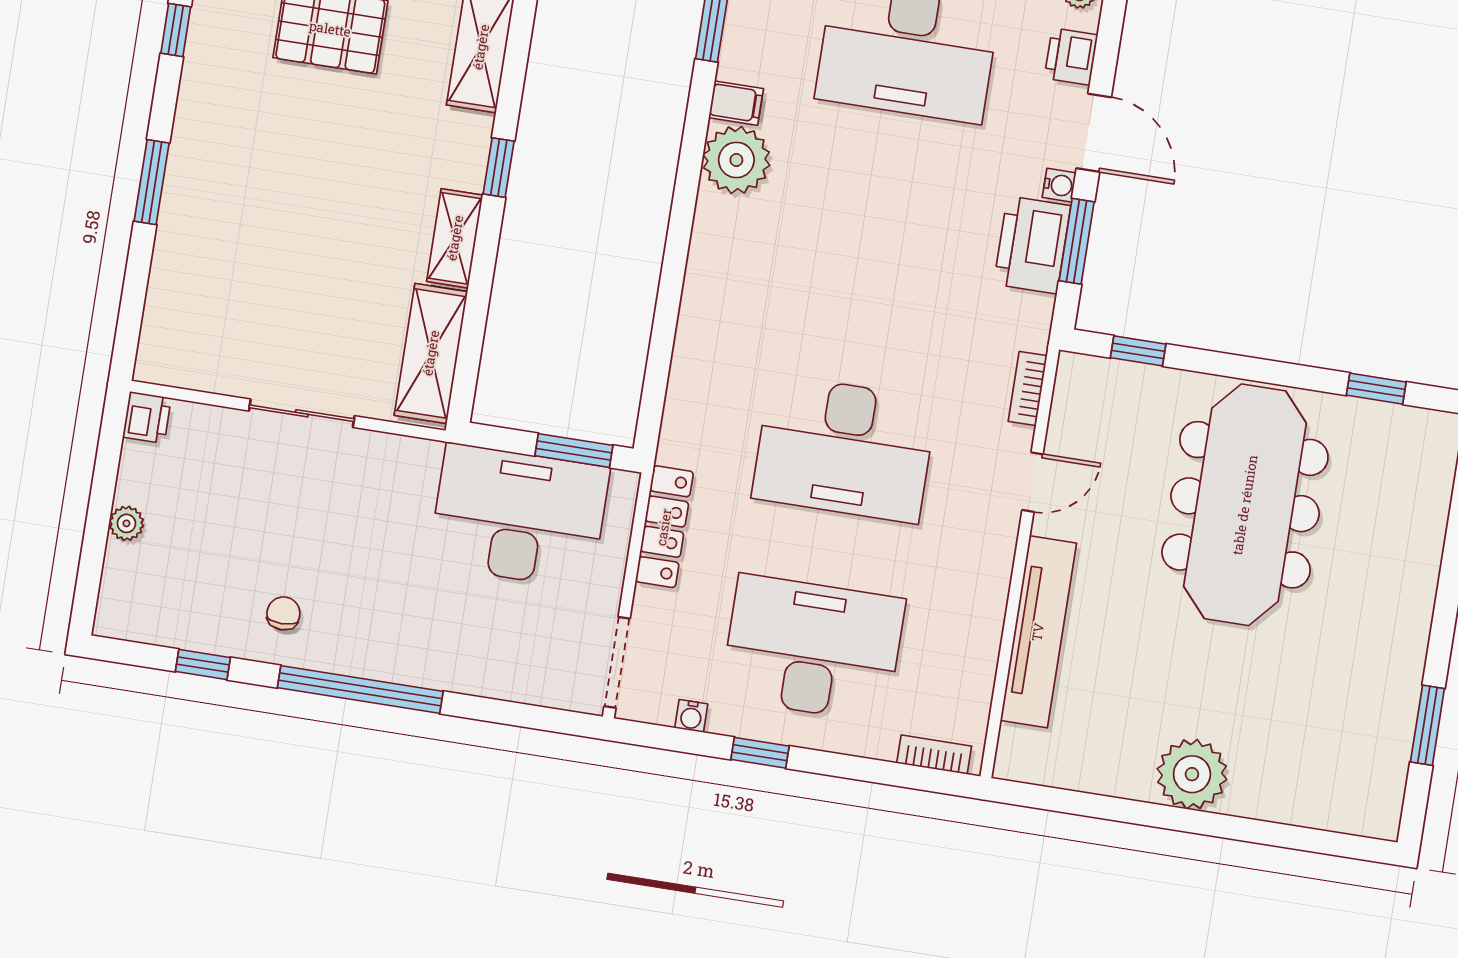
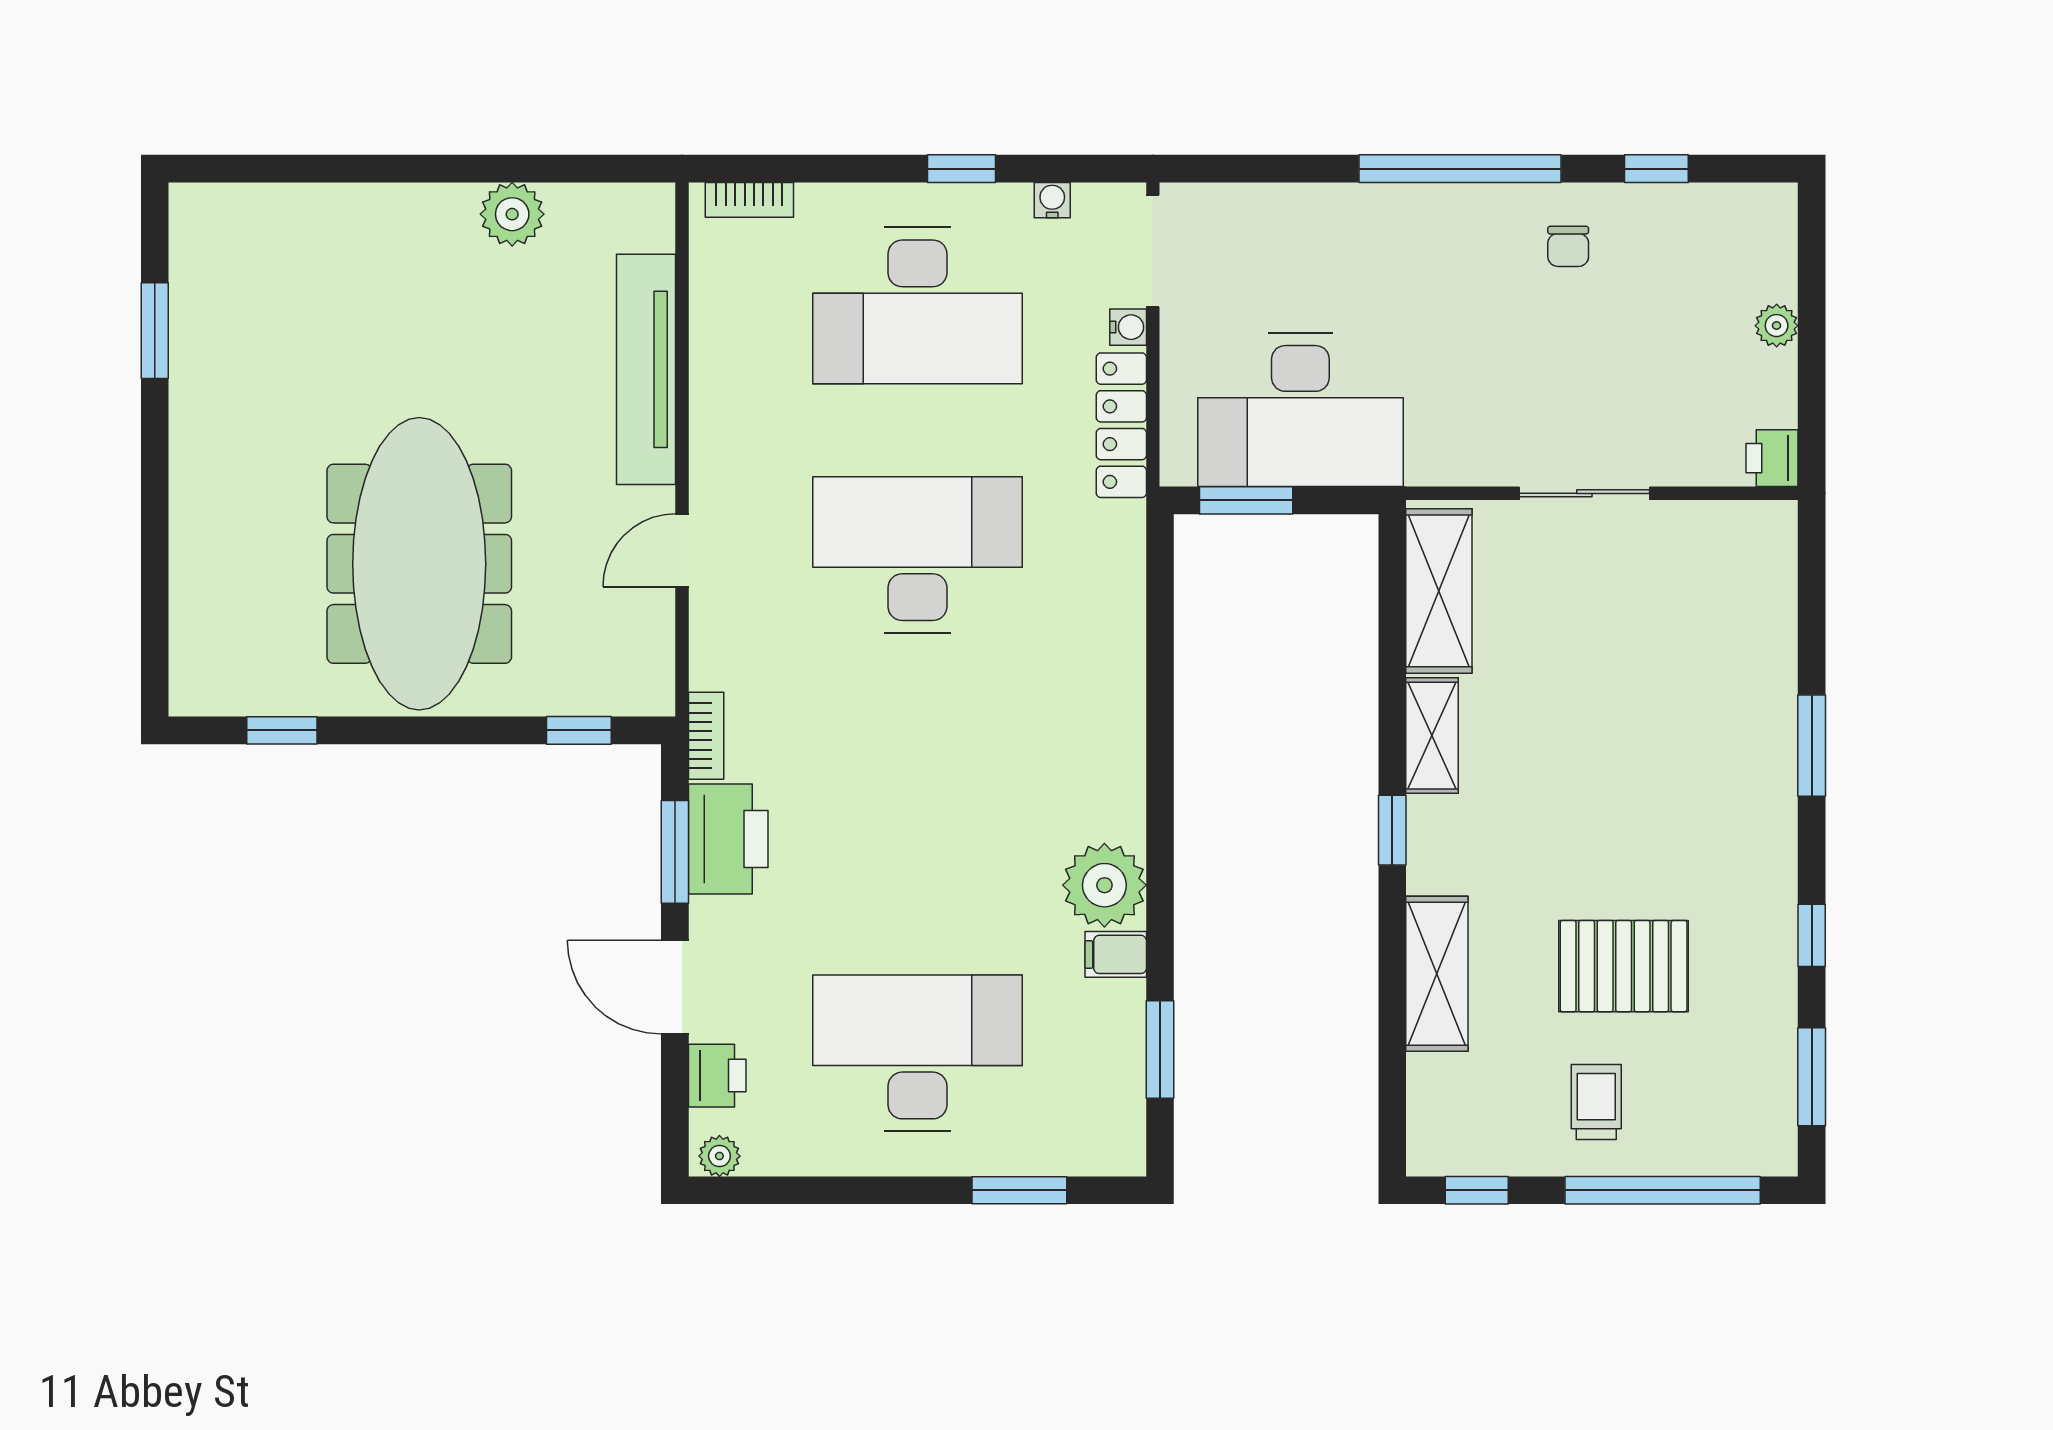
water cooler: (1059, 185) -> (1128, 327), moved, turned 180
bookcase: (1028, 388) -> (706, 736), moved
plant: (1192, 774) -> (512, 214), moved, width x0.73, depth x0.73

